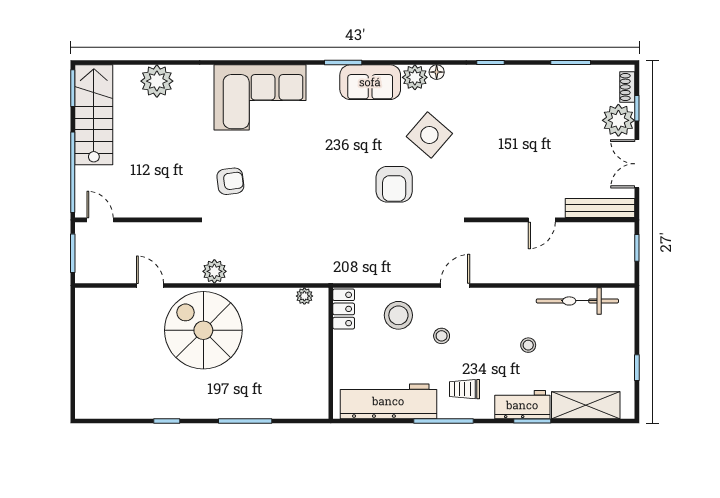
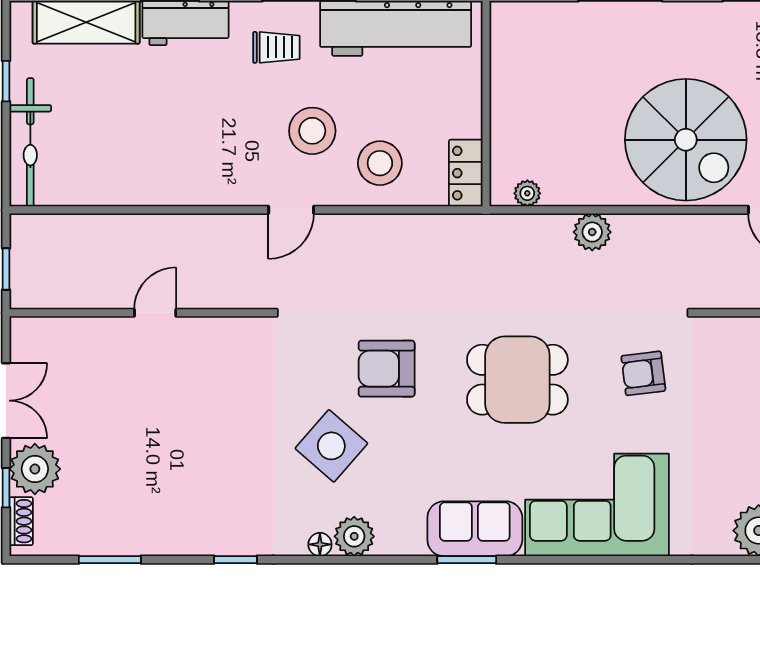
sofa: (370, 82) -> (475, 529), moved
dining table: (311, 177) -> (517, 380), added
armchair: (394, 184) -> (387, 369), turned -90
bench: (600, 208) -> (64, 331), removed
plant: (214, 271) -> (592, 232), moved
bicycle: (577, 301) -> (30, 142), moved, turned 90
stool: (442, 336) -> (312, 131), width x1.89, depth x1.89
stool: (528, 345) -> (176, 116), removed

